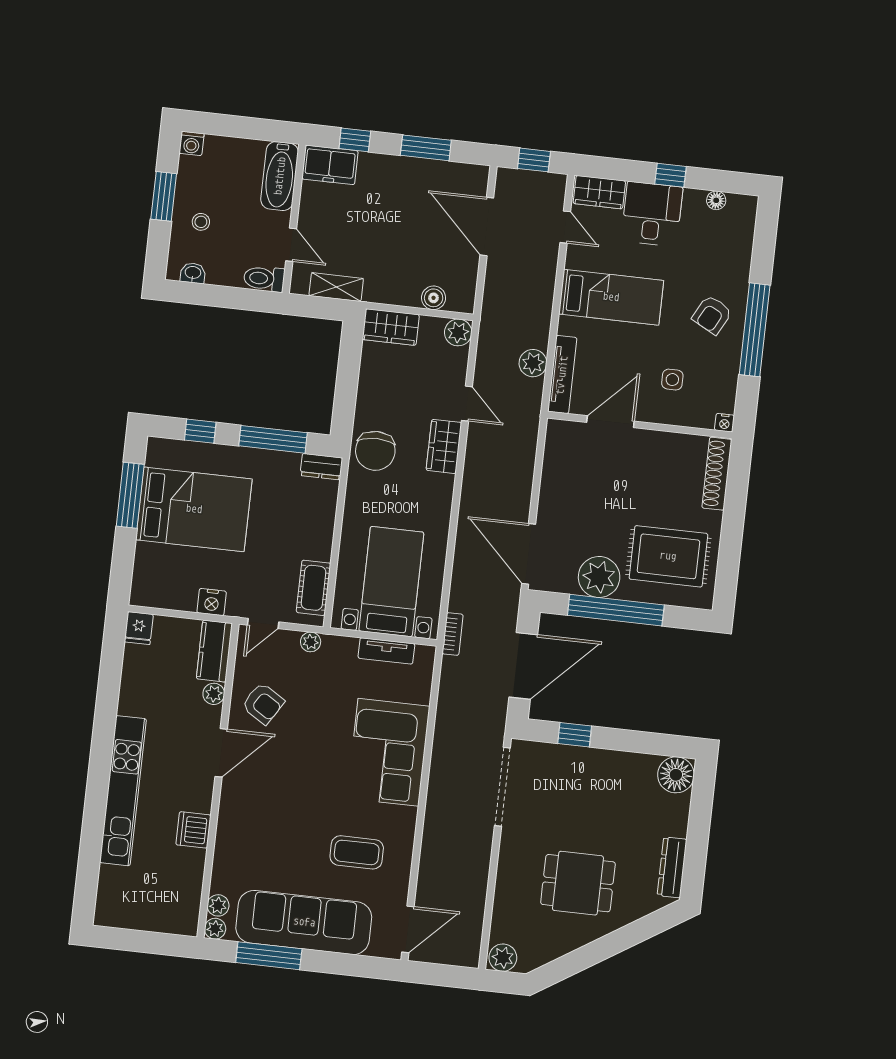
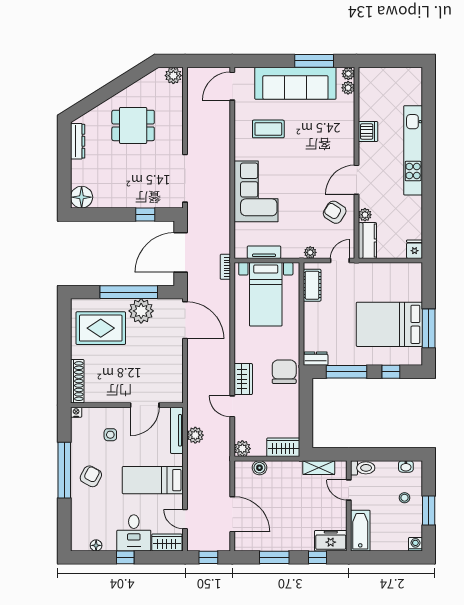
nightstand: (212, 602) -> (372, 270), removed

